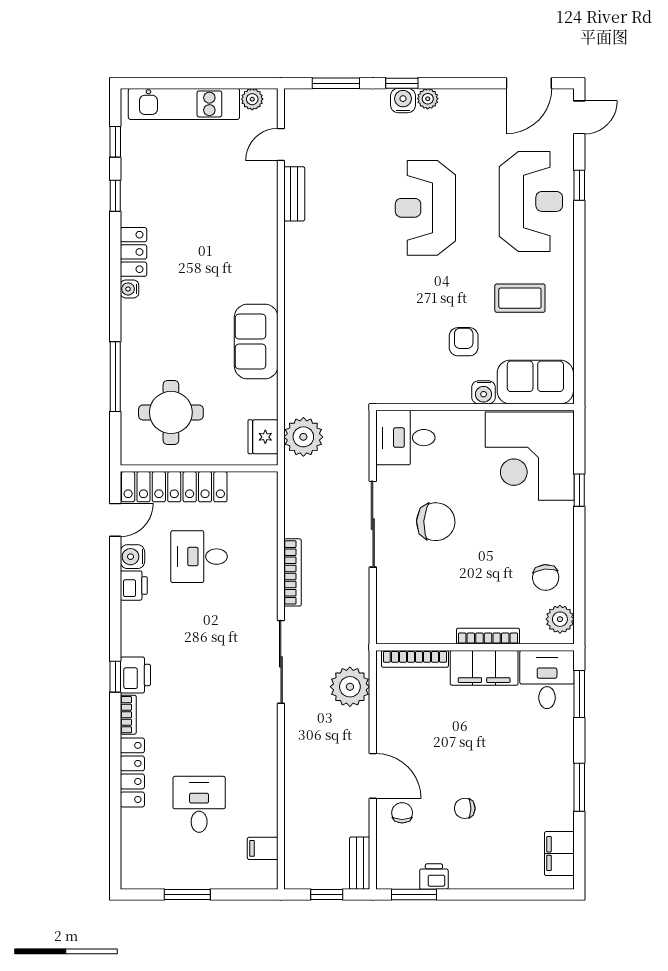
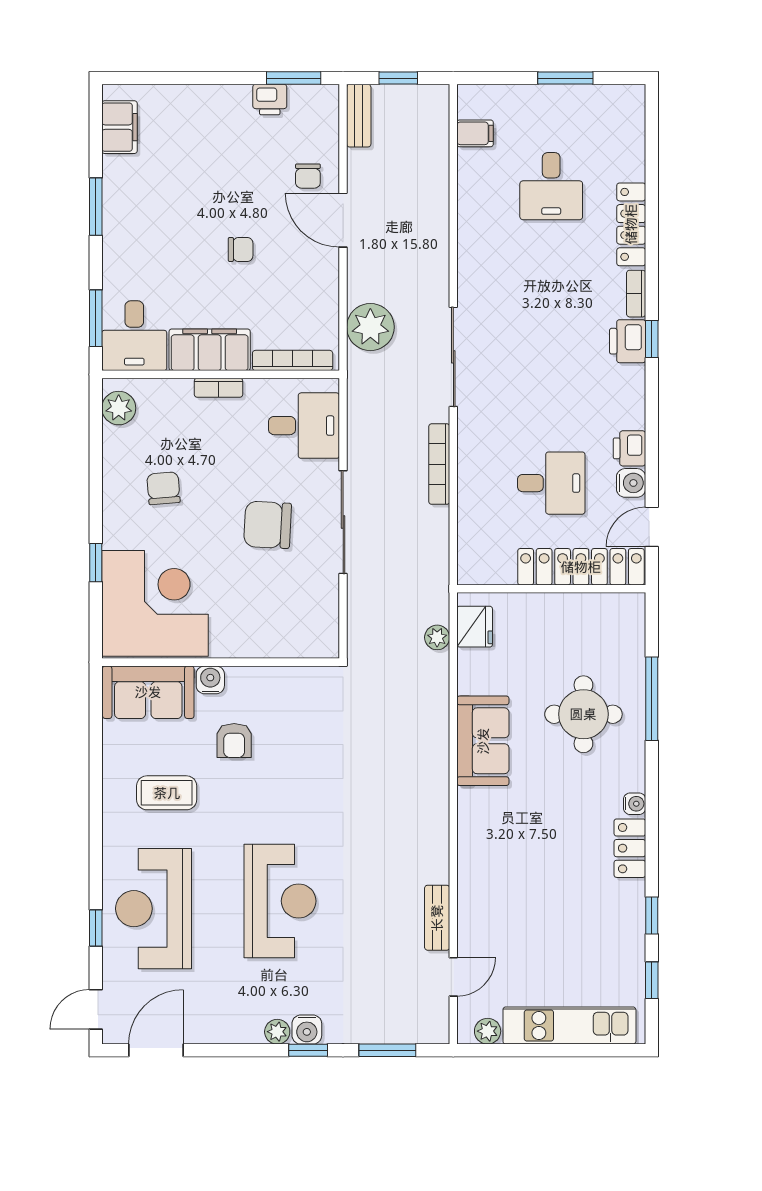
round table: (171, 412) -> (583, 714), moved
plant: (303, 437) -> (437, 637), width x0.53, depth x0.53
desk: (405, 438) -> (304, 426), moved
chair: (546, 577) -> (163, 488), moved
bookcase: (488, 636) -> (218, 388), width x0.64
chair: (465, 808) -> (241, 249), moved

